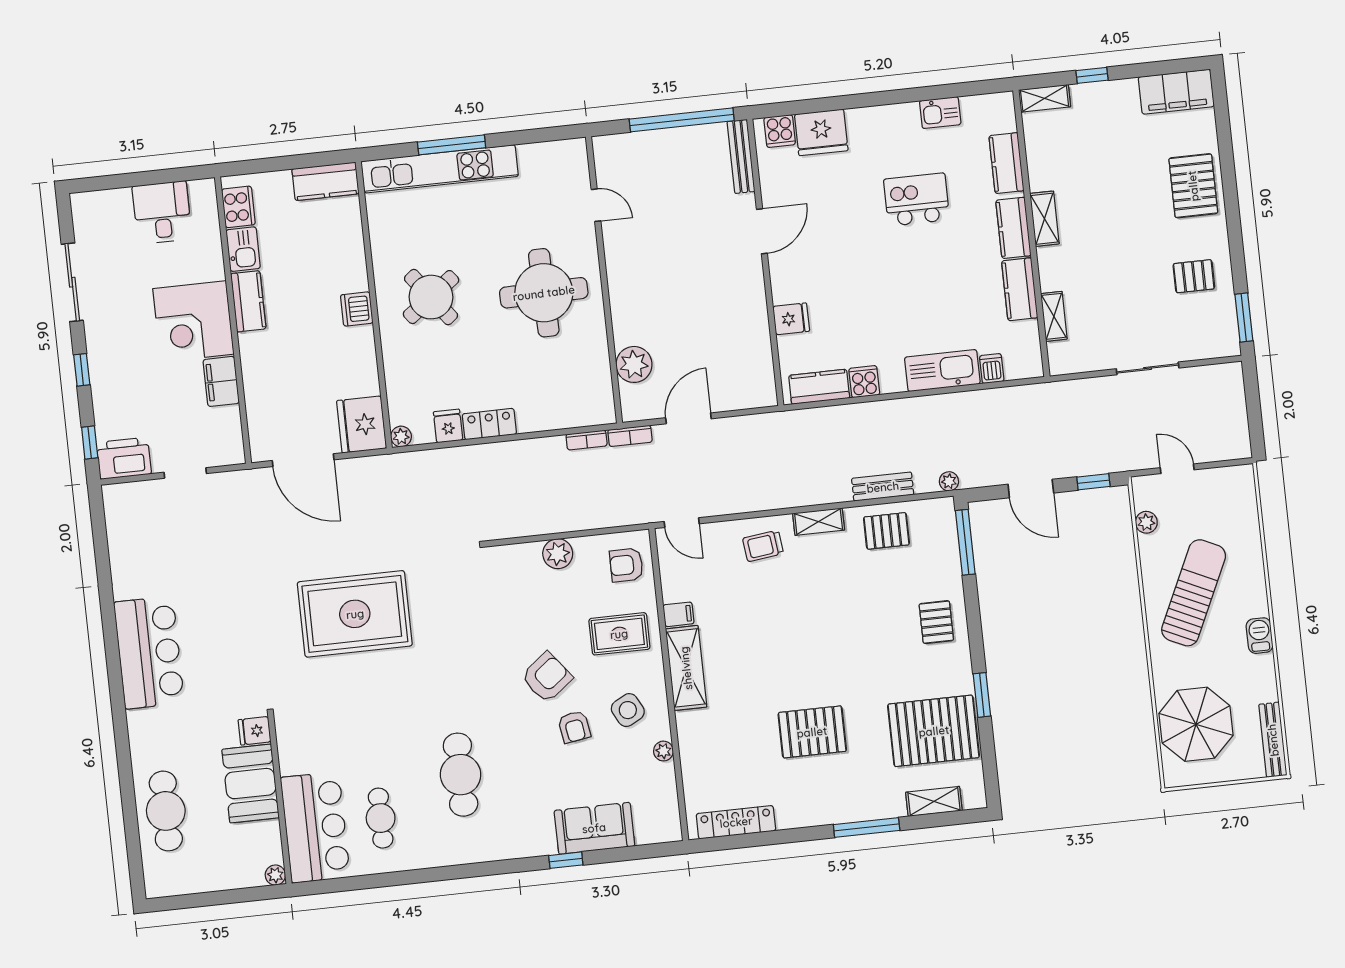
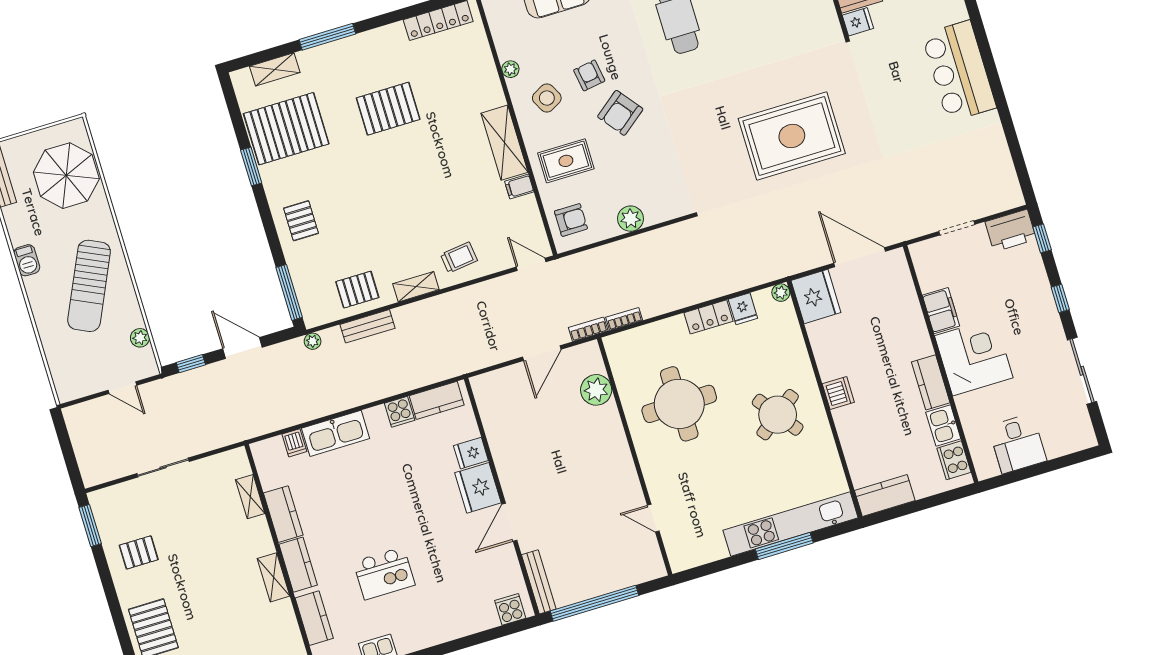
fridge: (821, 132) -> (478, 488), moved, turned -90
round table: (544, 293) -> (679, 404), moved

